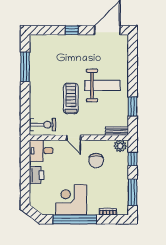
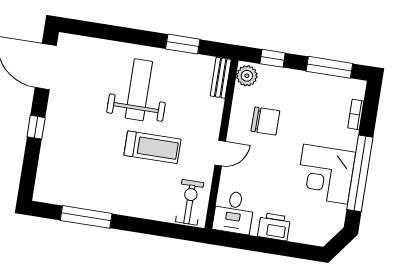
treadmill: (71, 98) -> (152, 147), turned 180

